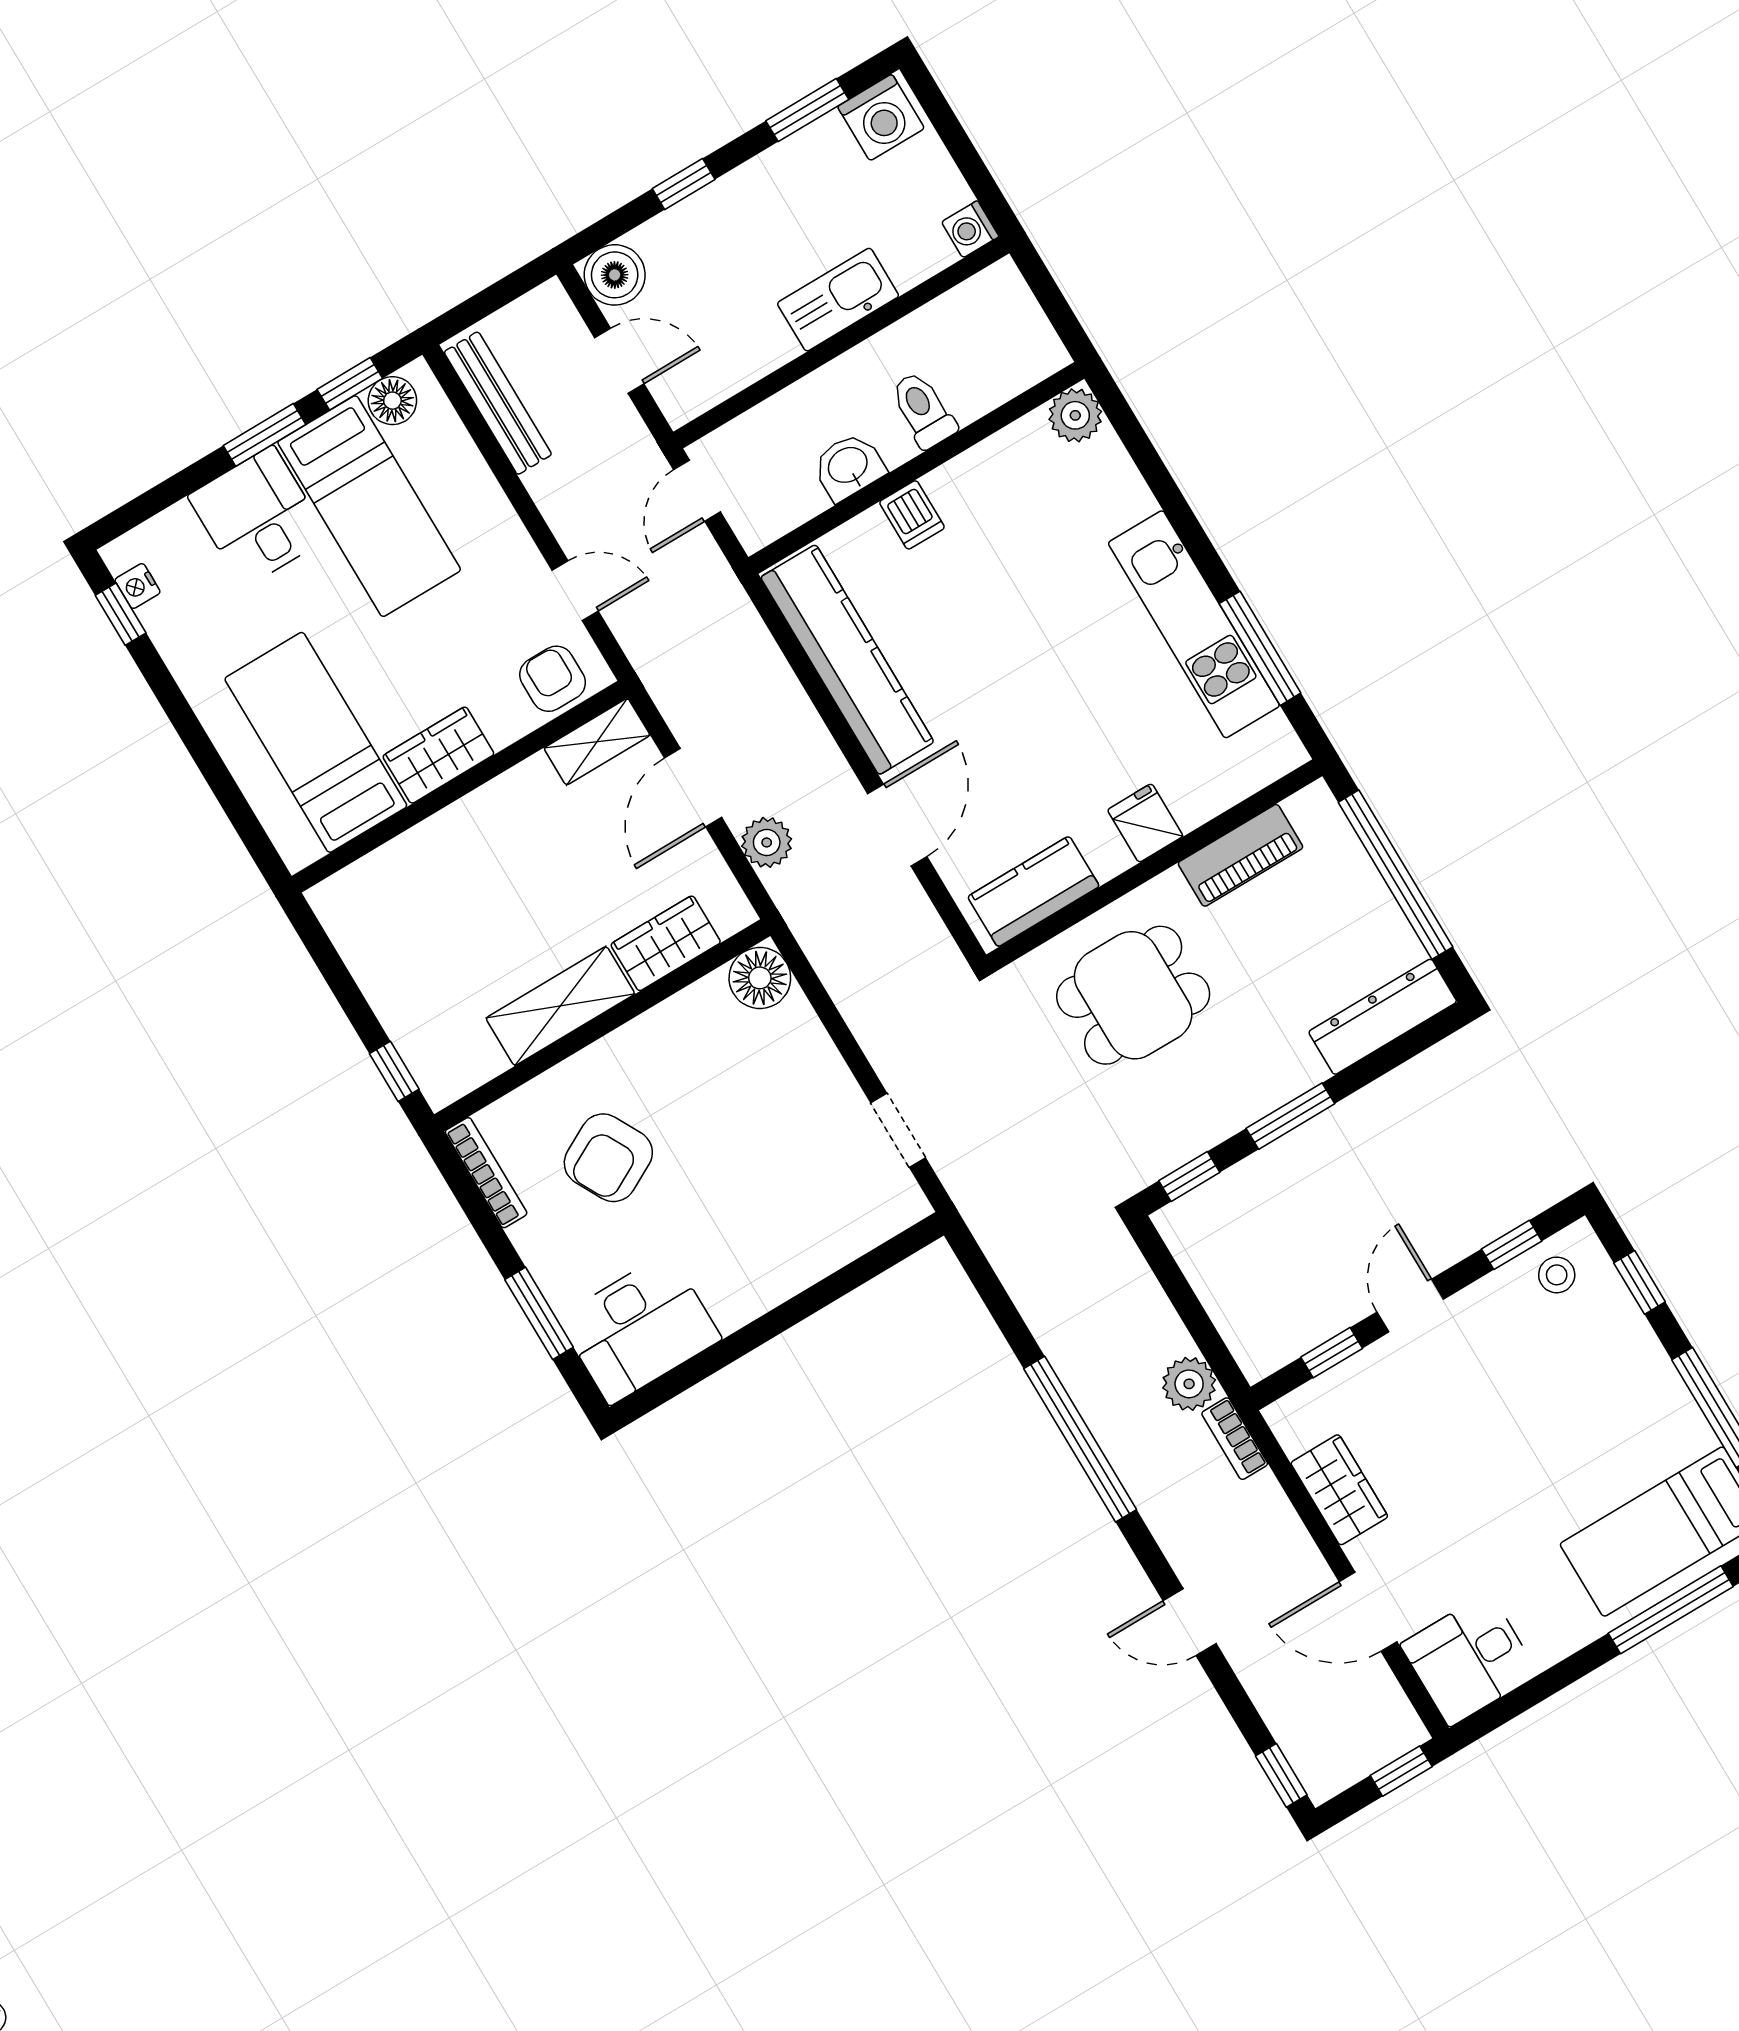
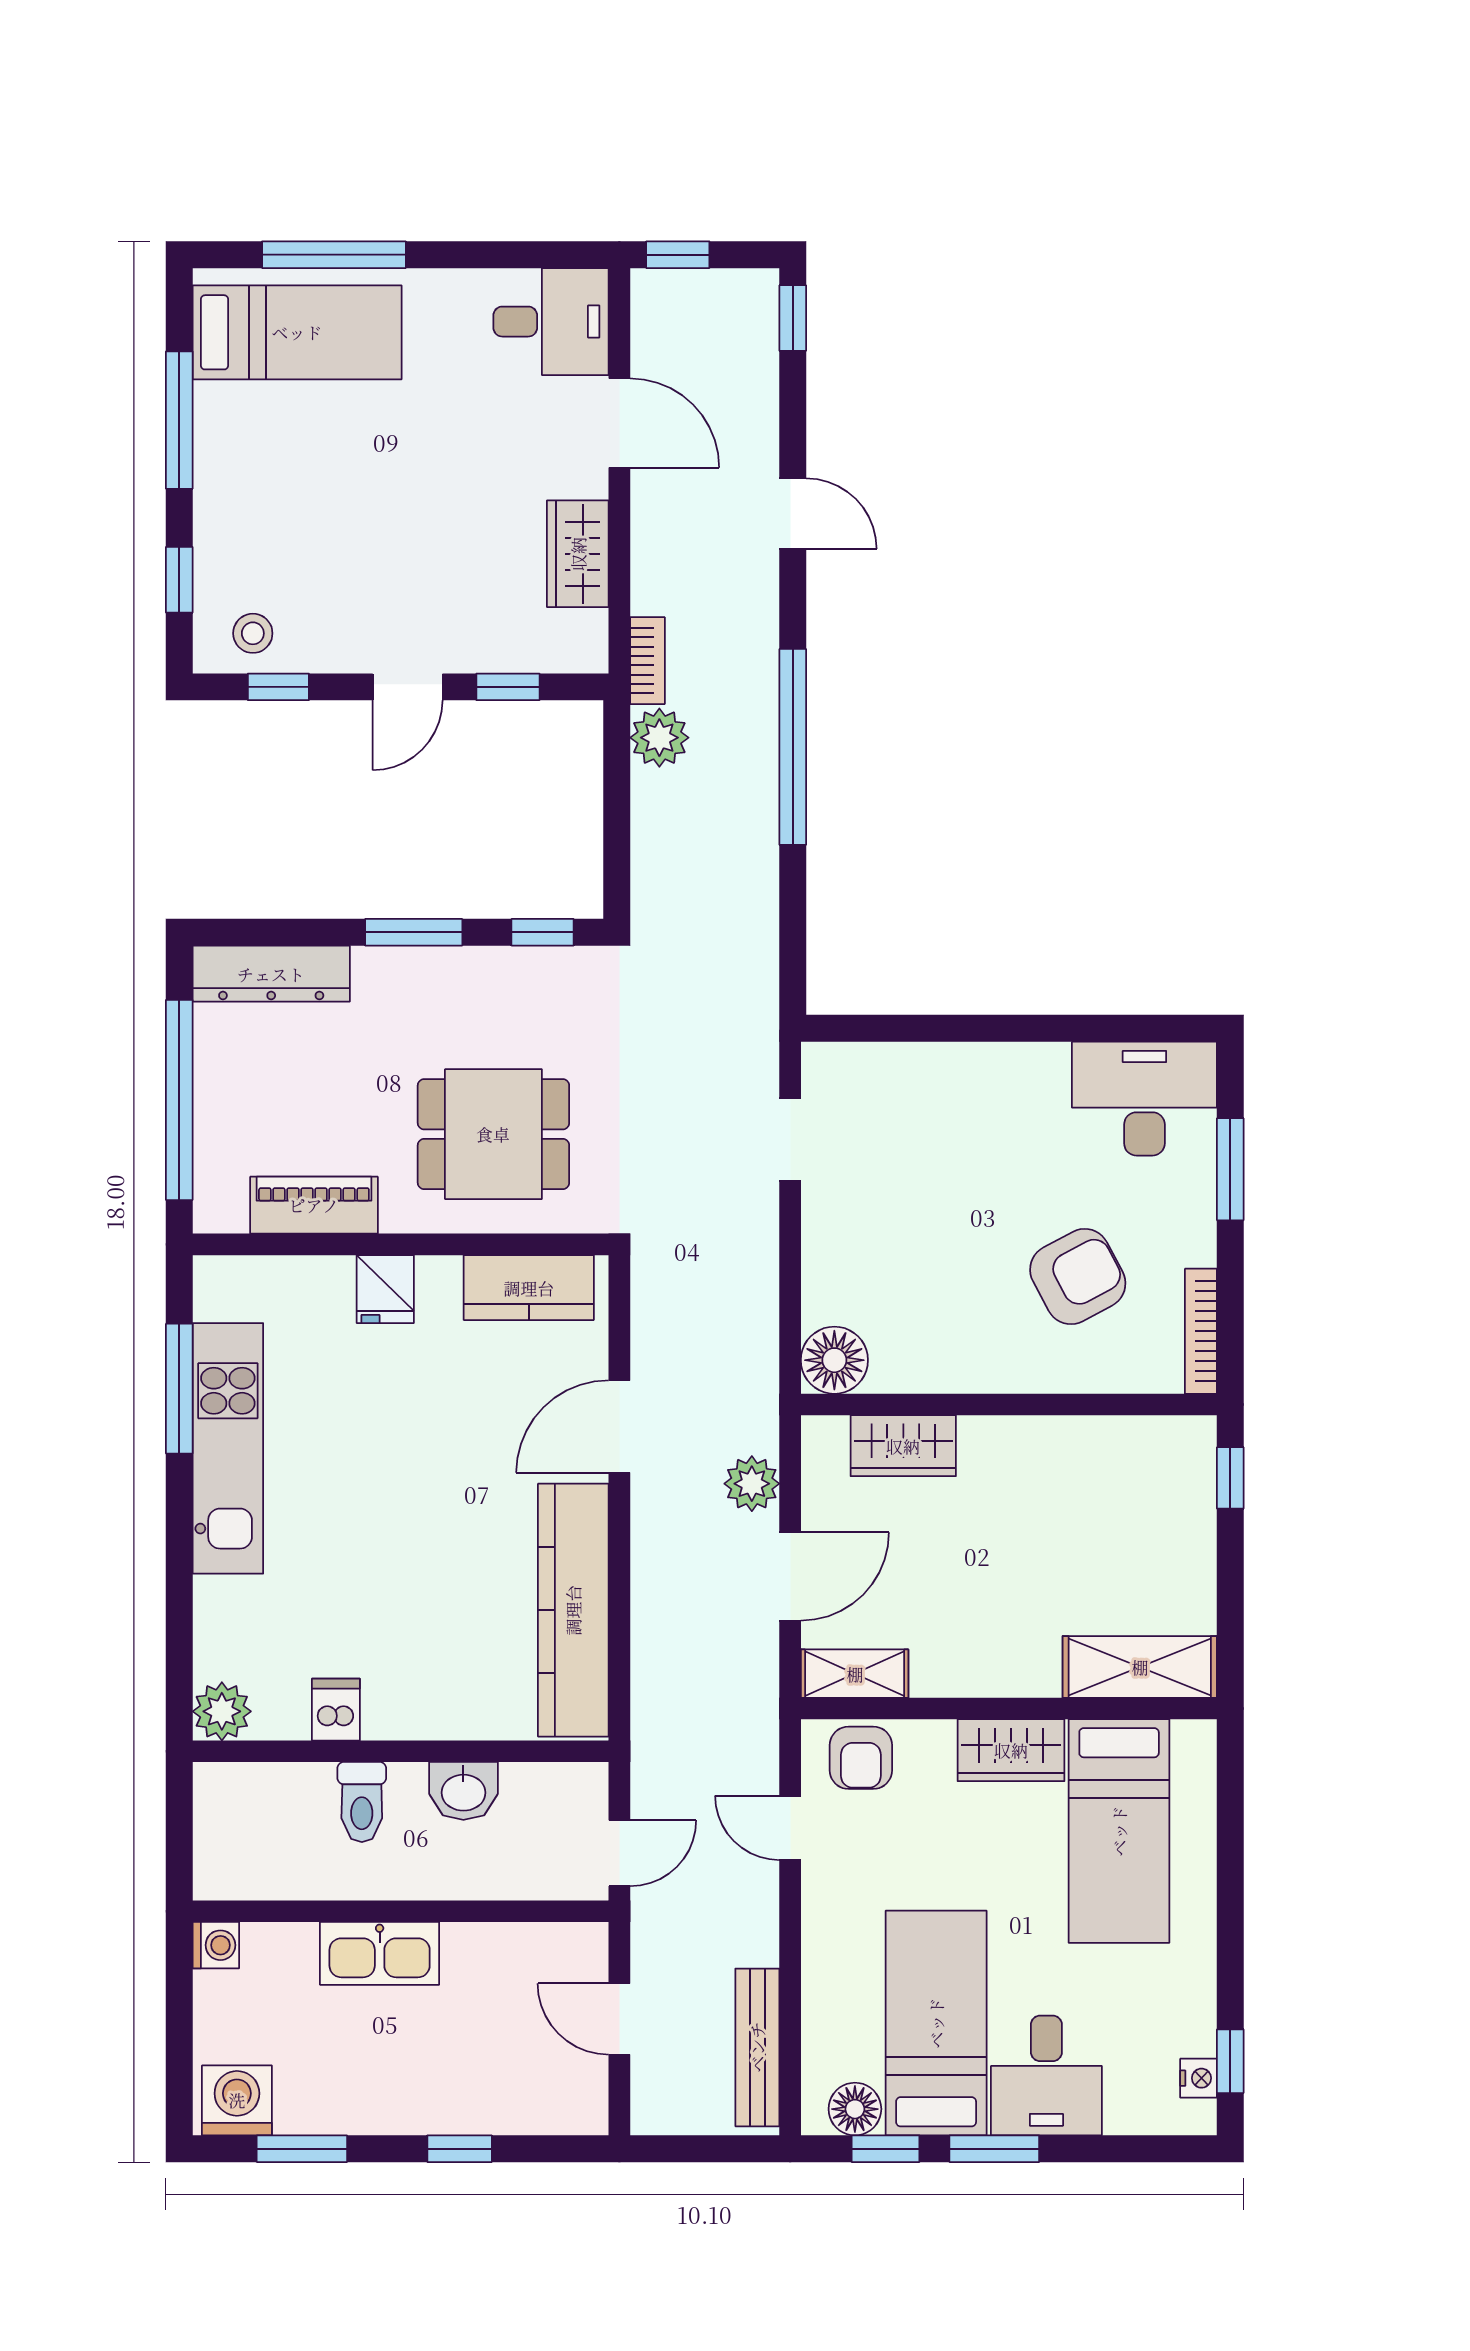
boiler: (615, 275) -> (576, 2102), removed
dishwasher: (912, 515) -> (336, 1710), moved
shelving: (560, 1006) -> (1140, 1667), moved

